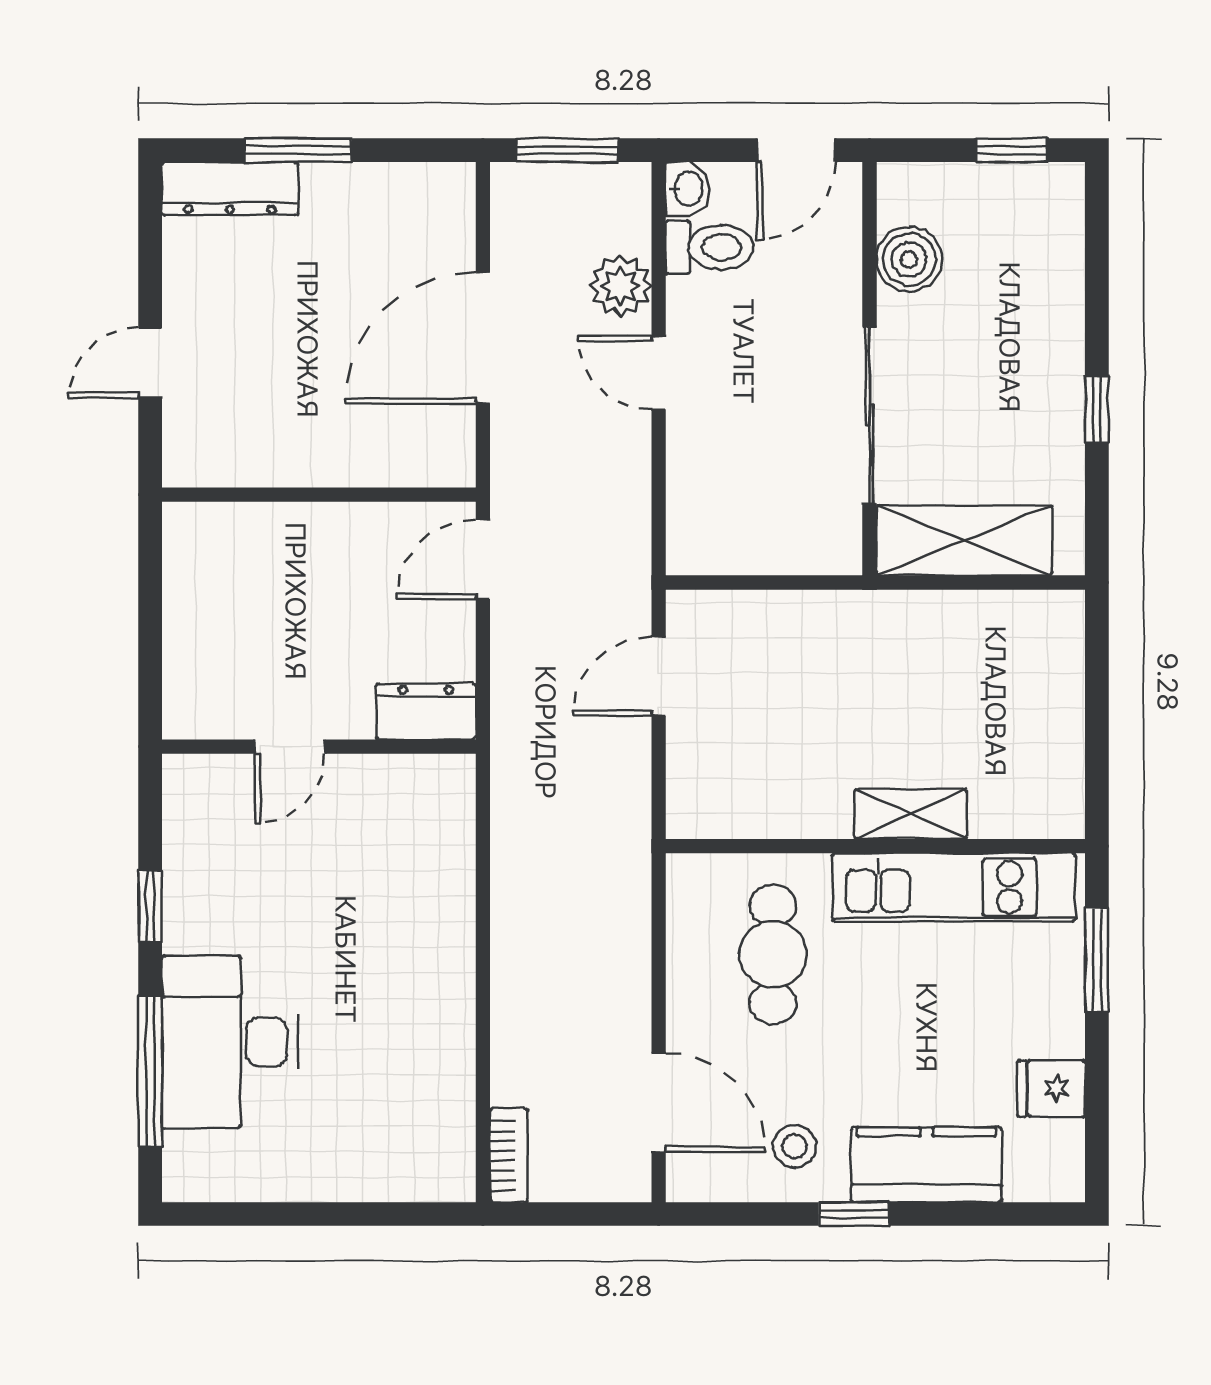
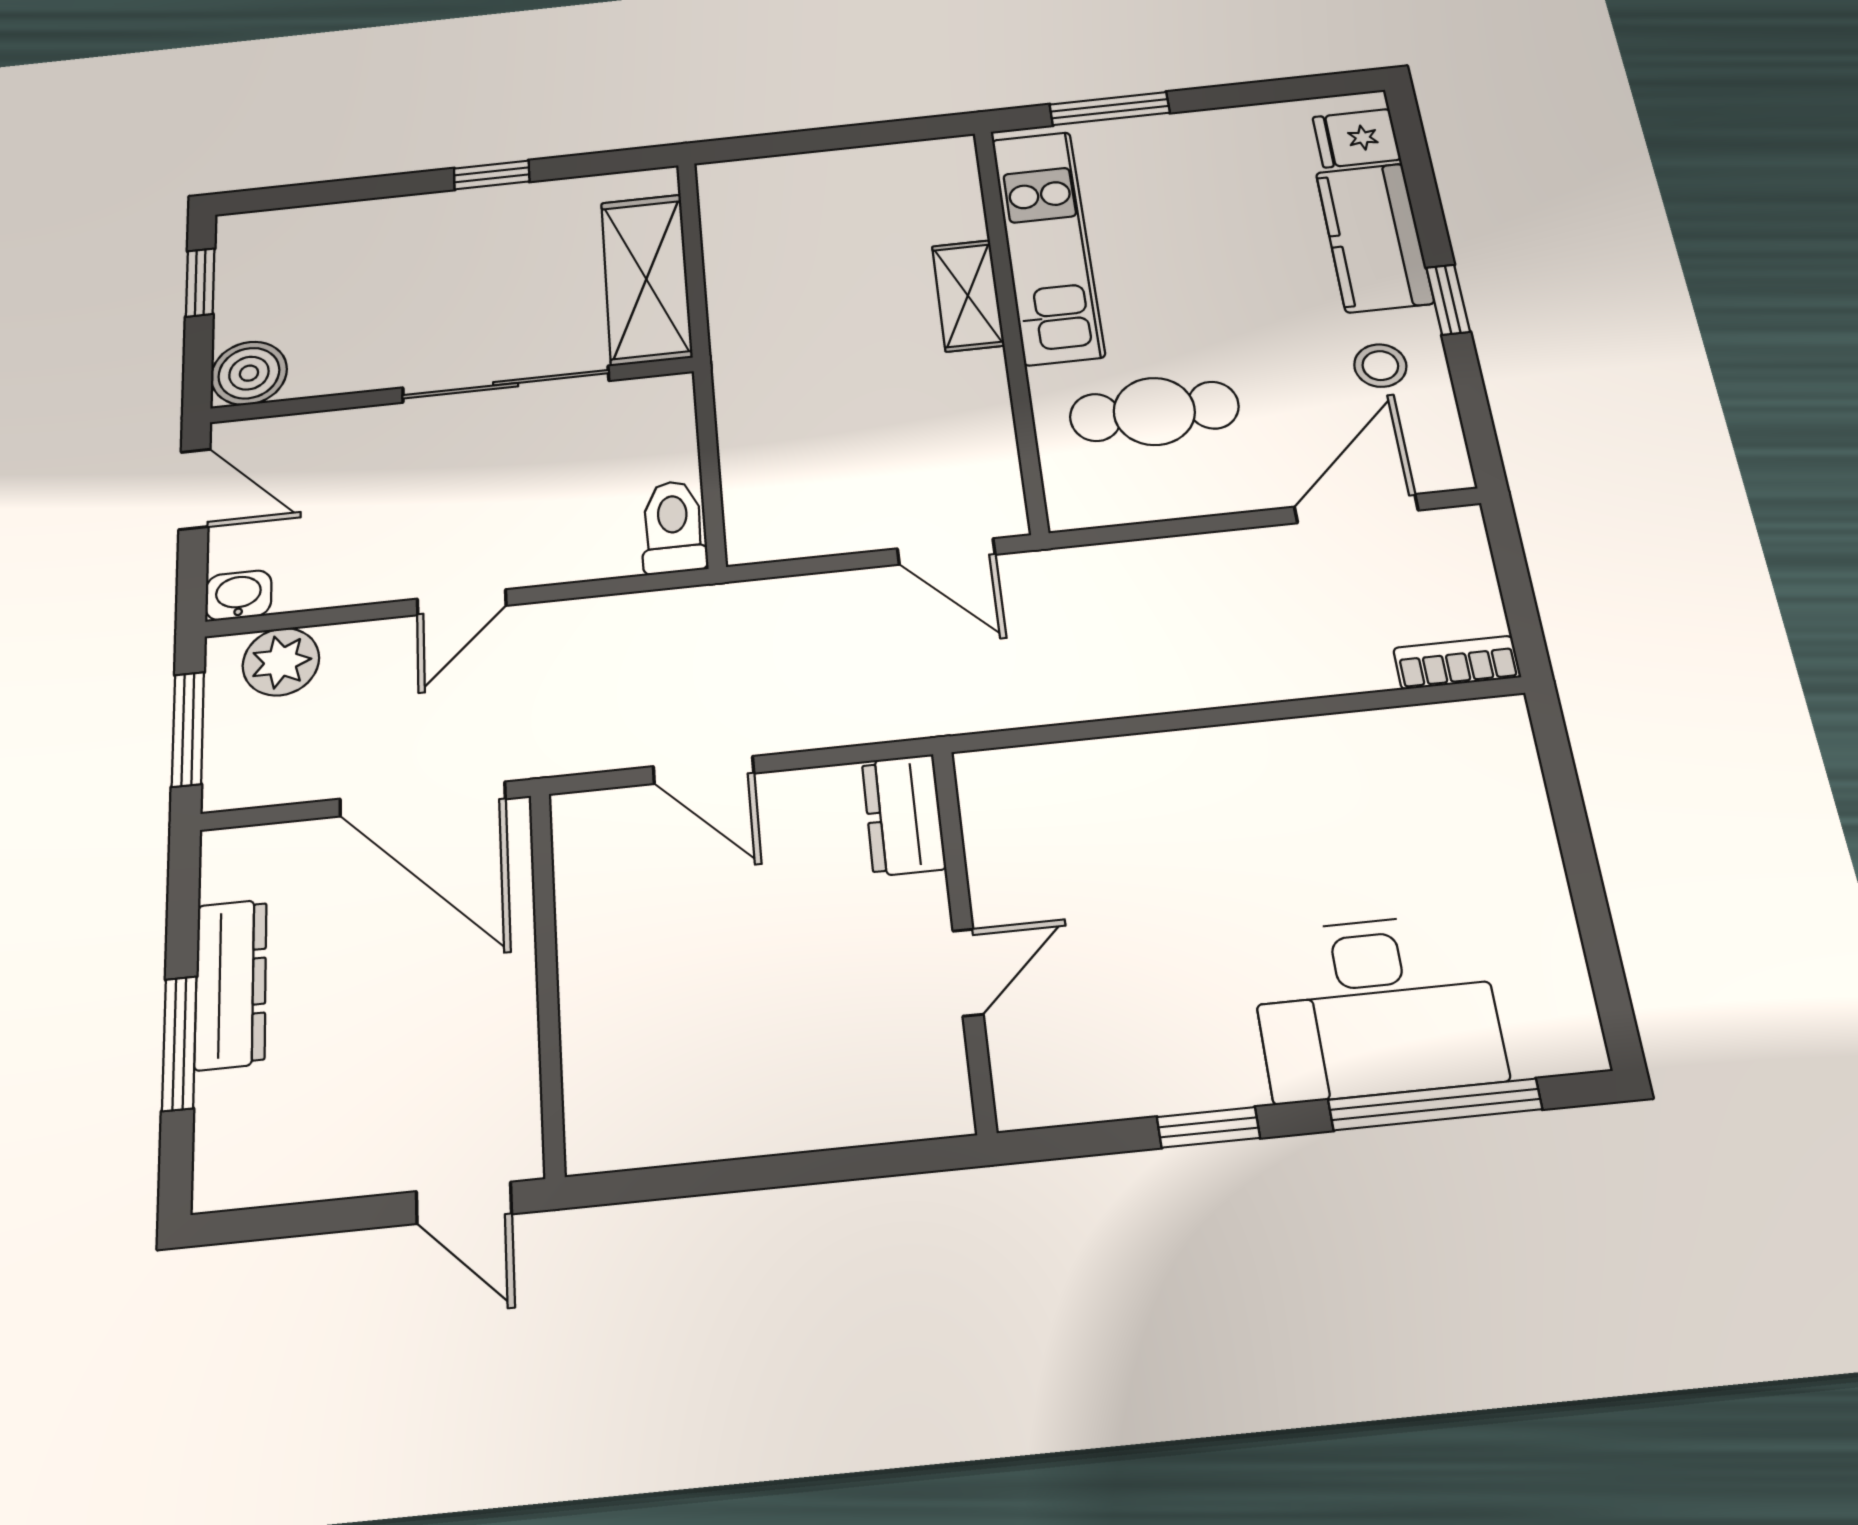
dresser: (230, 189) -> (231, 984), moved
toilet: (709, 247) -> (673, 527), moved
boiler: (909, 259) -> (249, 373), moved
plant: (620, 286) -> (281, 662), moved
wall: (319, 495) -> (547, 980), moved
door: (659, 676) -> (946, 552), moved
door: (290, 747) -> (968, 972), hinge flipped
fridge: (1051, 1089) -> (1357, 138), moved, turned 90

